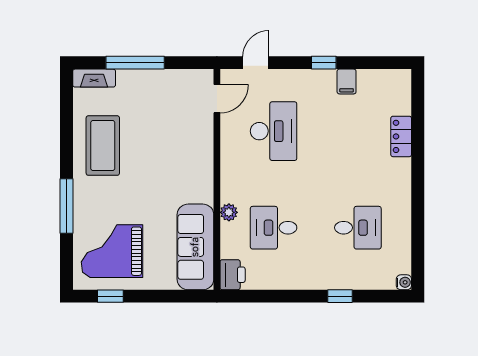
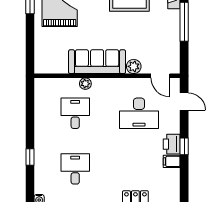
plant: (203, 139) -> (134, 66), added
desk: (358, 228) -> (75, 169), turned 180
sofa: (195, 247) -> (97, 62), moved
printer: (233, 275) -> (172, 144), moved, turned 90

